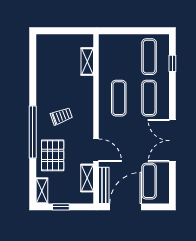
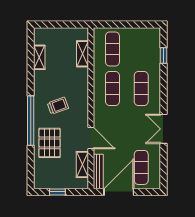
exercise mat: (149, 57) -> (112, 49), moved
double door: (172, 141) -> (163, 129), width x0.73
shelving: (42, 191) -> (39, 57), moved

